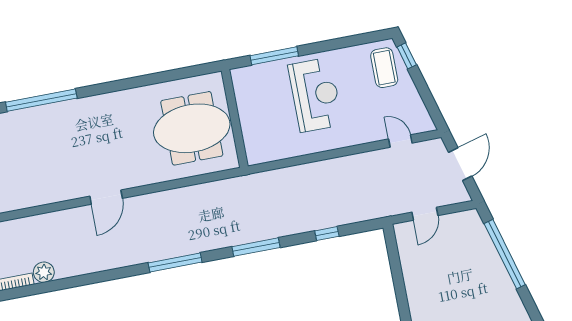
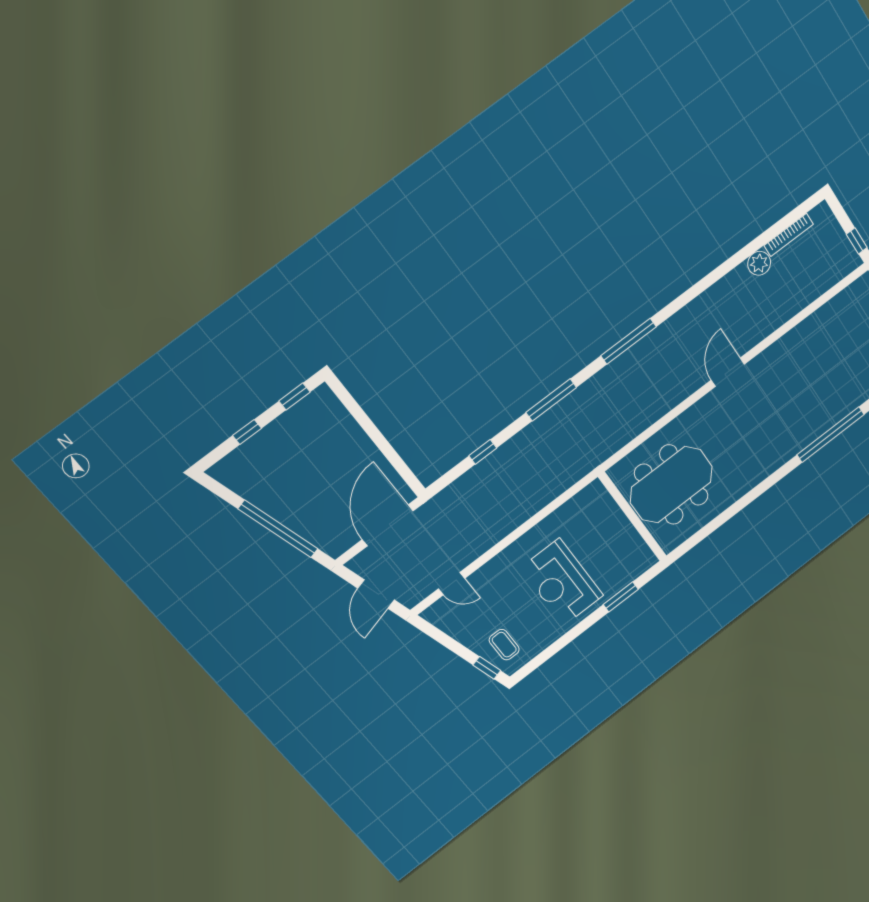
window: (274, 56) -> (621, 597), width x0.69
coffee table: (384, 68) -> (504, 645), width x0.73, depth x0.77
door: (425, 214) -> (388, 525), width x1.88

